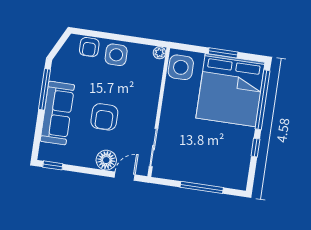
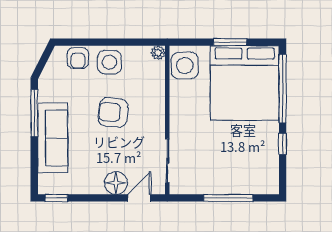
armchair: (104, 117) -> (113, 112), moved, turned 96

